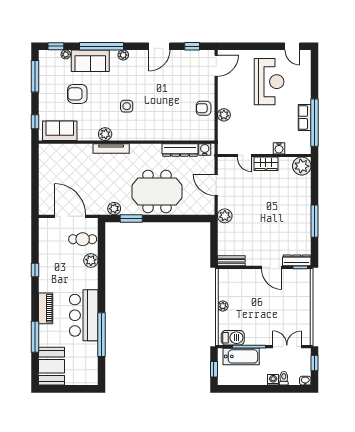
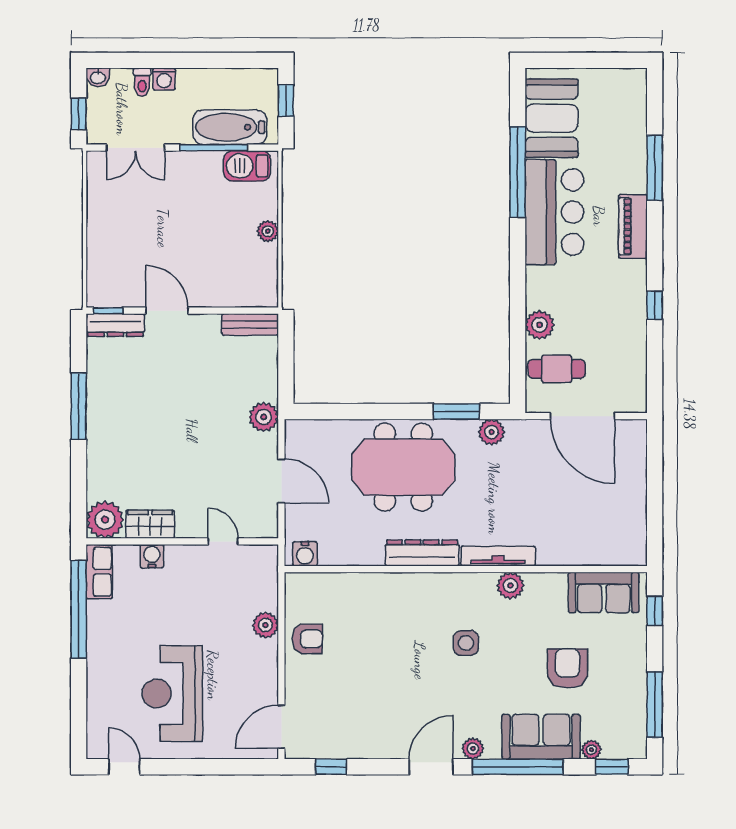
door: (159, 46) -> (431, 767), moved
armchair: (77, 94) -> (568, 668), turned -90
row of seats: (305, 117) -> (99, 572), moved
dresser: (180, 150) -> (422, 553), moved
wardrobe: (266, 164) -> (150, 524), moved
booth: (52, 366) -> (552, 118), moved

